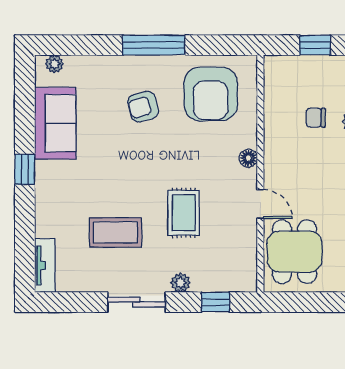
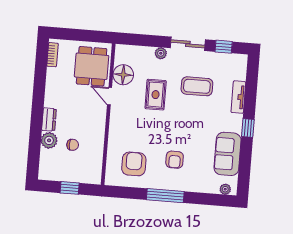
armchair: (211, 94) -> (134, 164), width x0.73, depth x0.73
armchair: (143, 107) -> (175, 160), turned 105
floor lamp: (248, 158) -> (123, 75), moved, width x1.89, depth x1.89
tv unit: (45, 266) -> (238, 97), moved
window: (215, 302) -> (224, 47), moved

